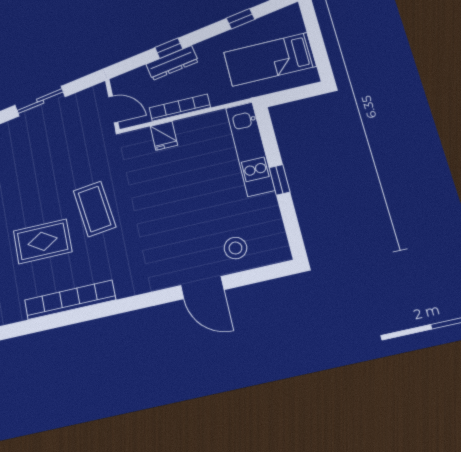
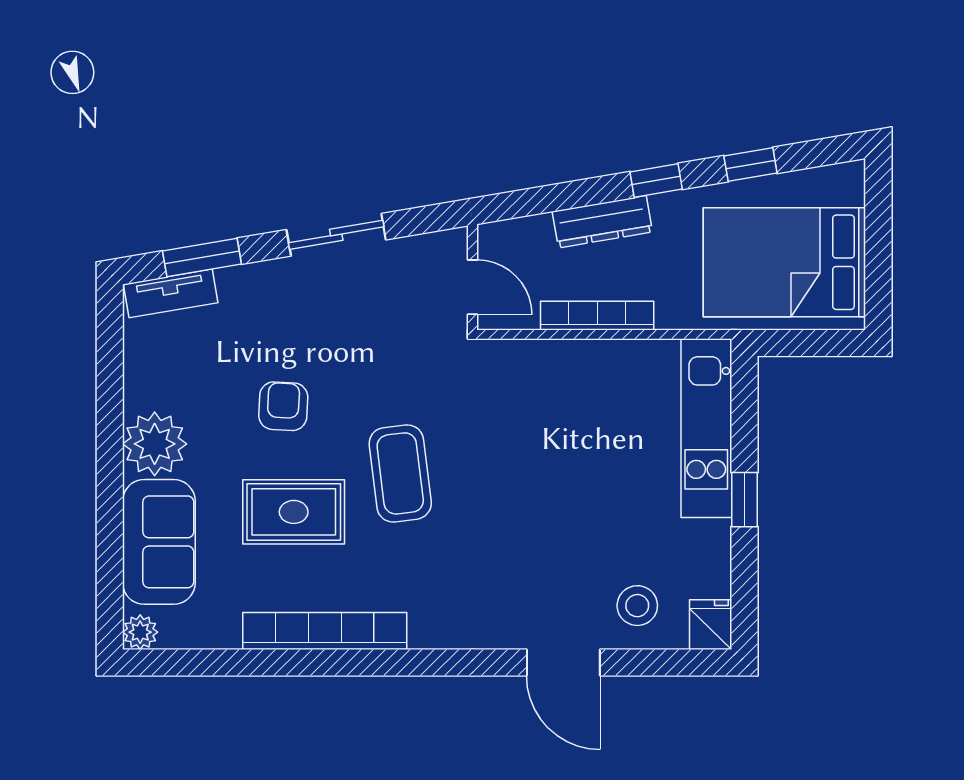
window: (169, 48) -> (656, 181), moved
bed: (270, 59) -> (784, 262), width x1.50
fridge: (164, 136) -> (711, 625), moved, turned 180
armchair: (28, 189) -> (283, 406), added

